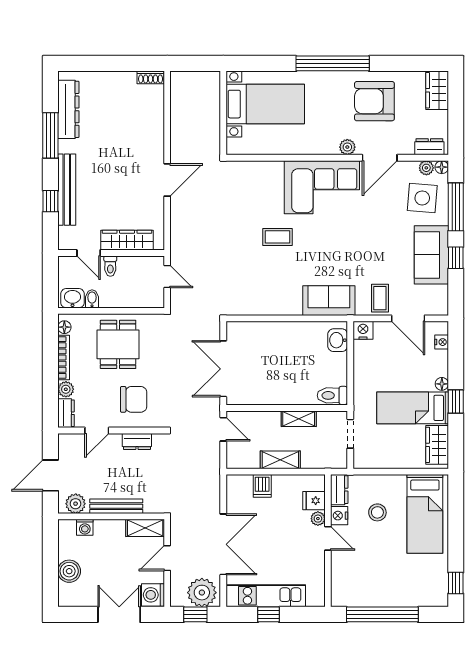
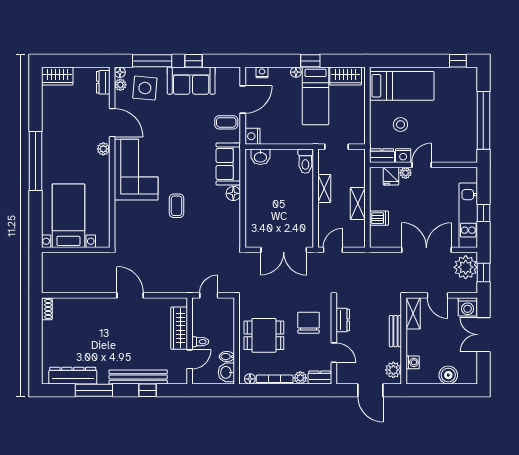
armchair: (374, 101) -> (66, 127), removed
floor lamp: (293, 307) -> (233, 193), added
bench: (116, 506) -> (395, 331), width x0.73

